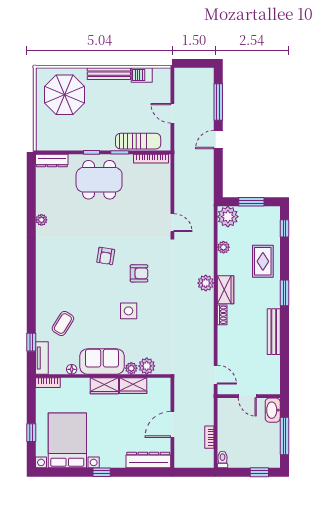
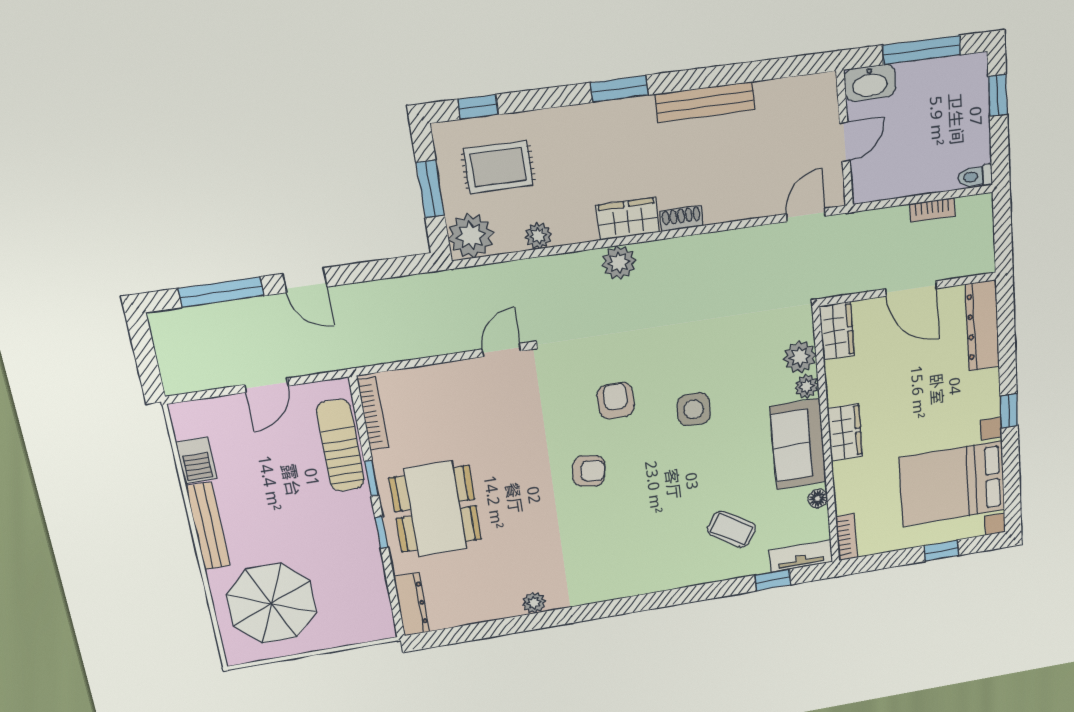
rug: (263, 261) -> (498, 167), moved
wardrobe: (133, 386) -> (837, 331), moved

